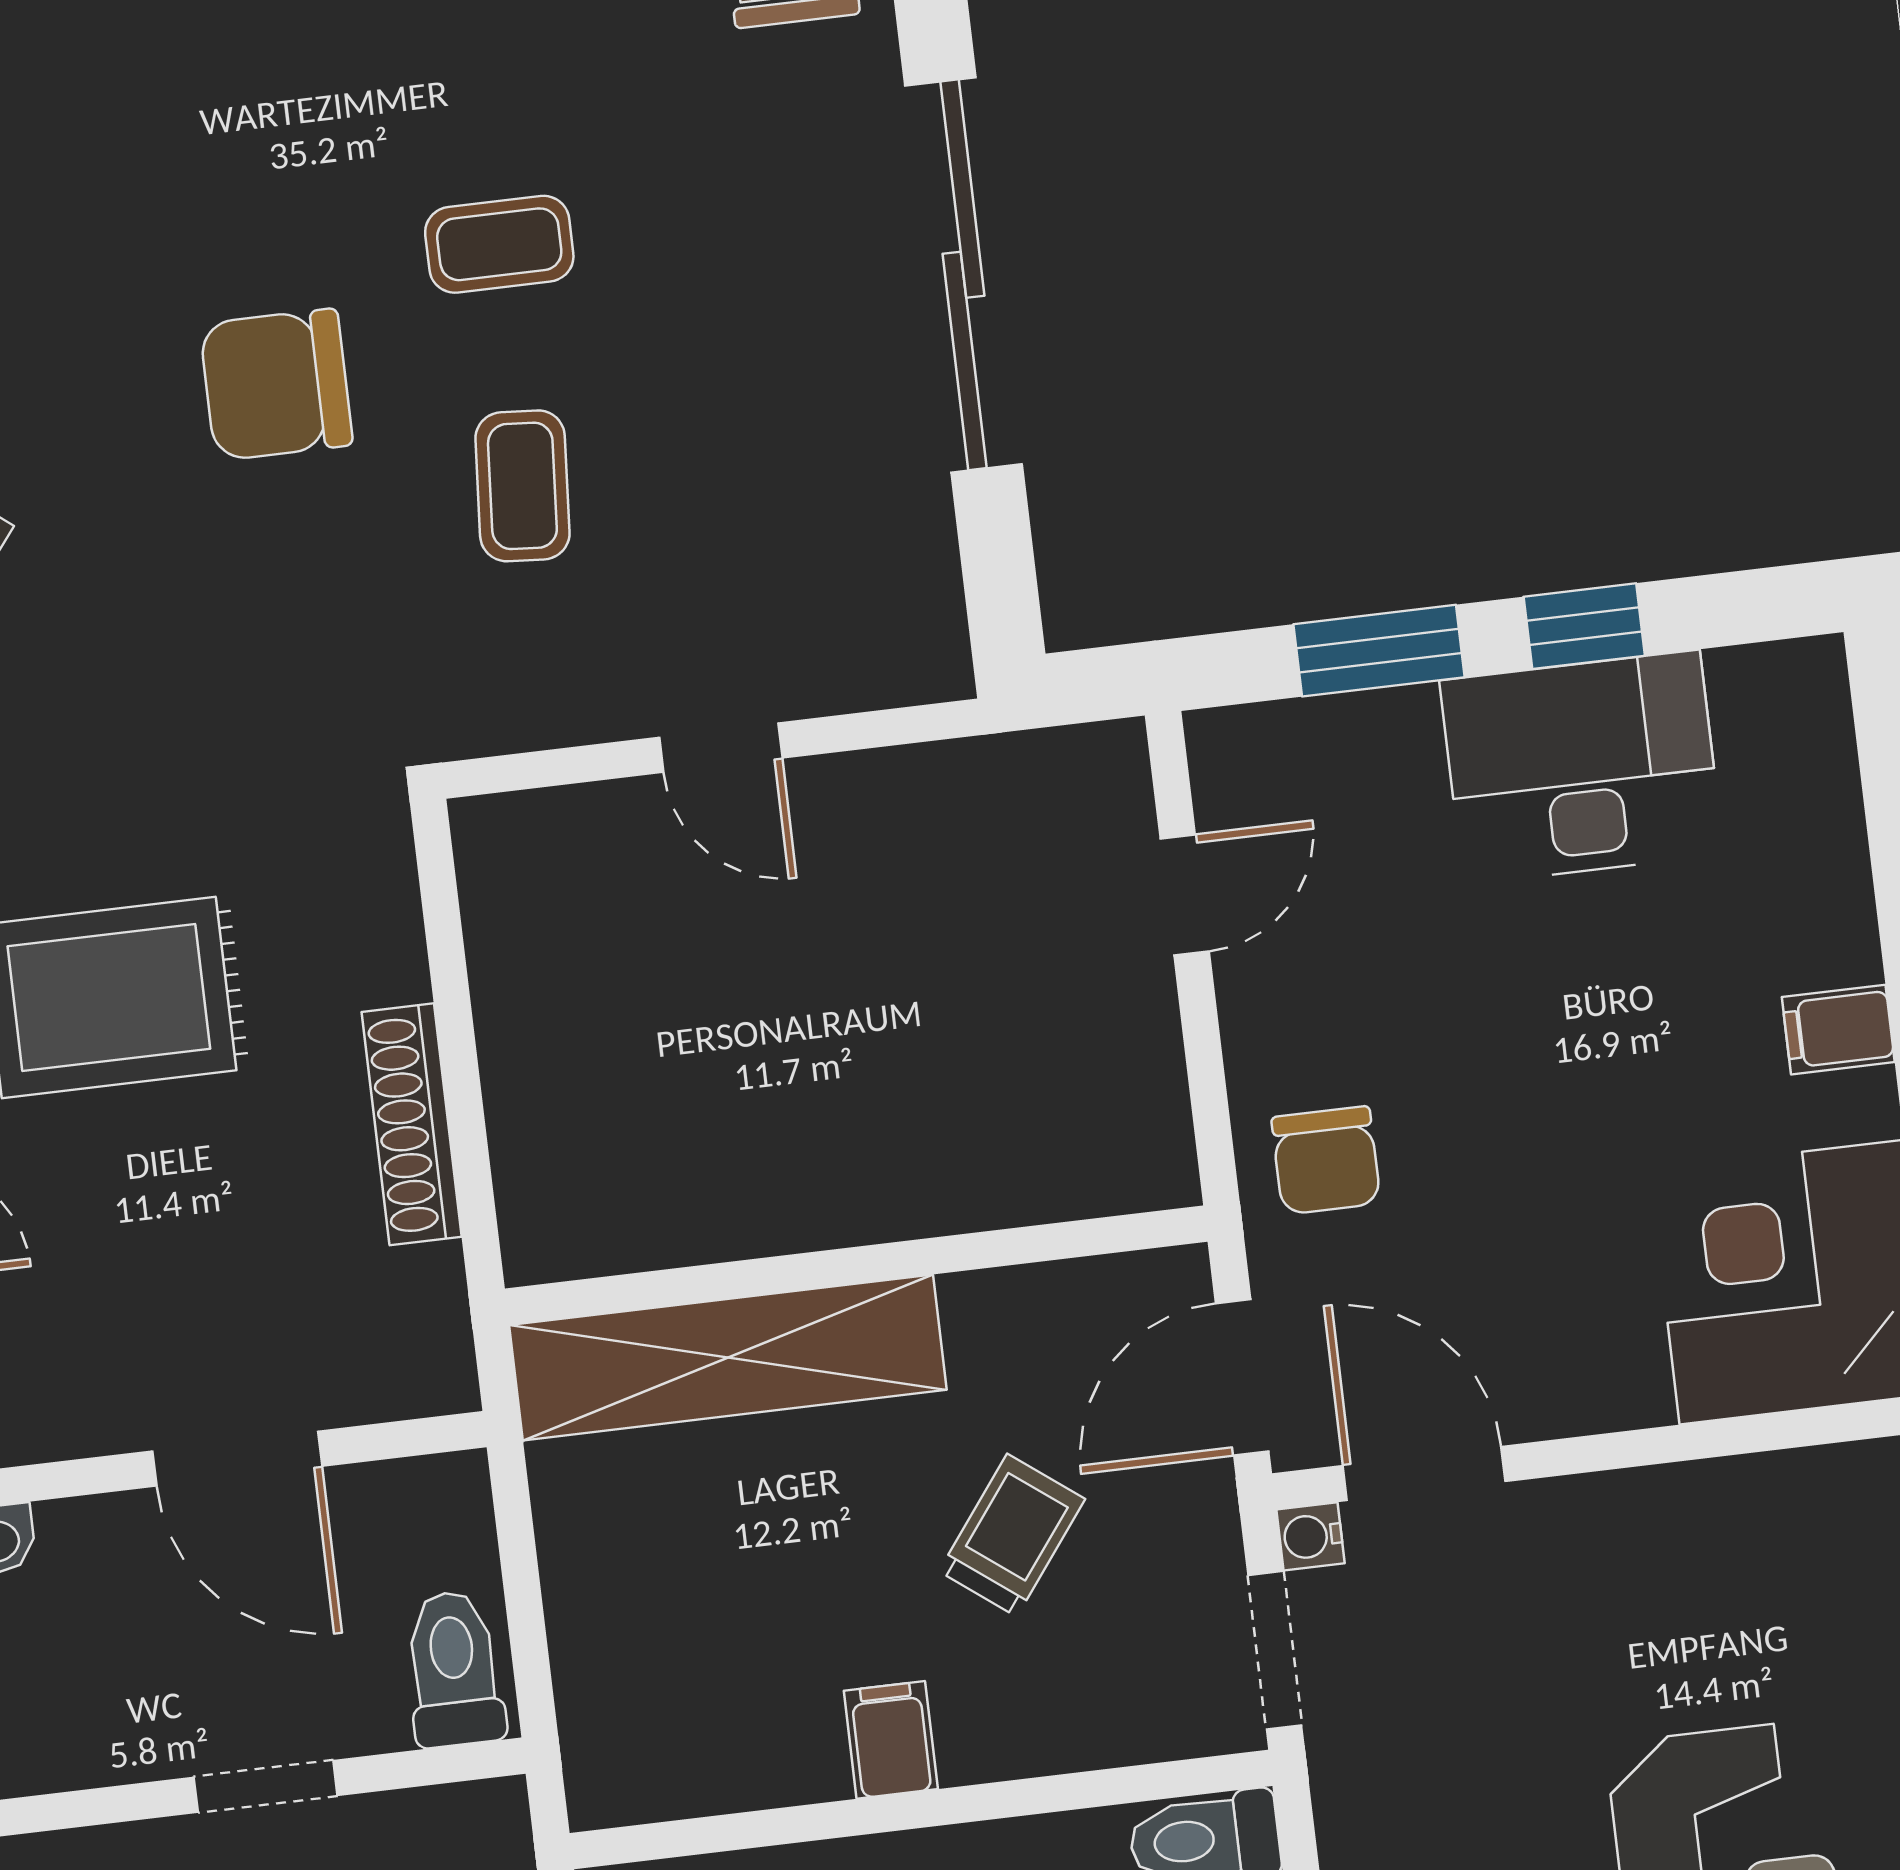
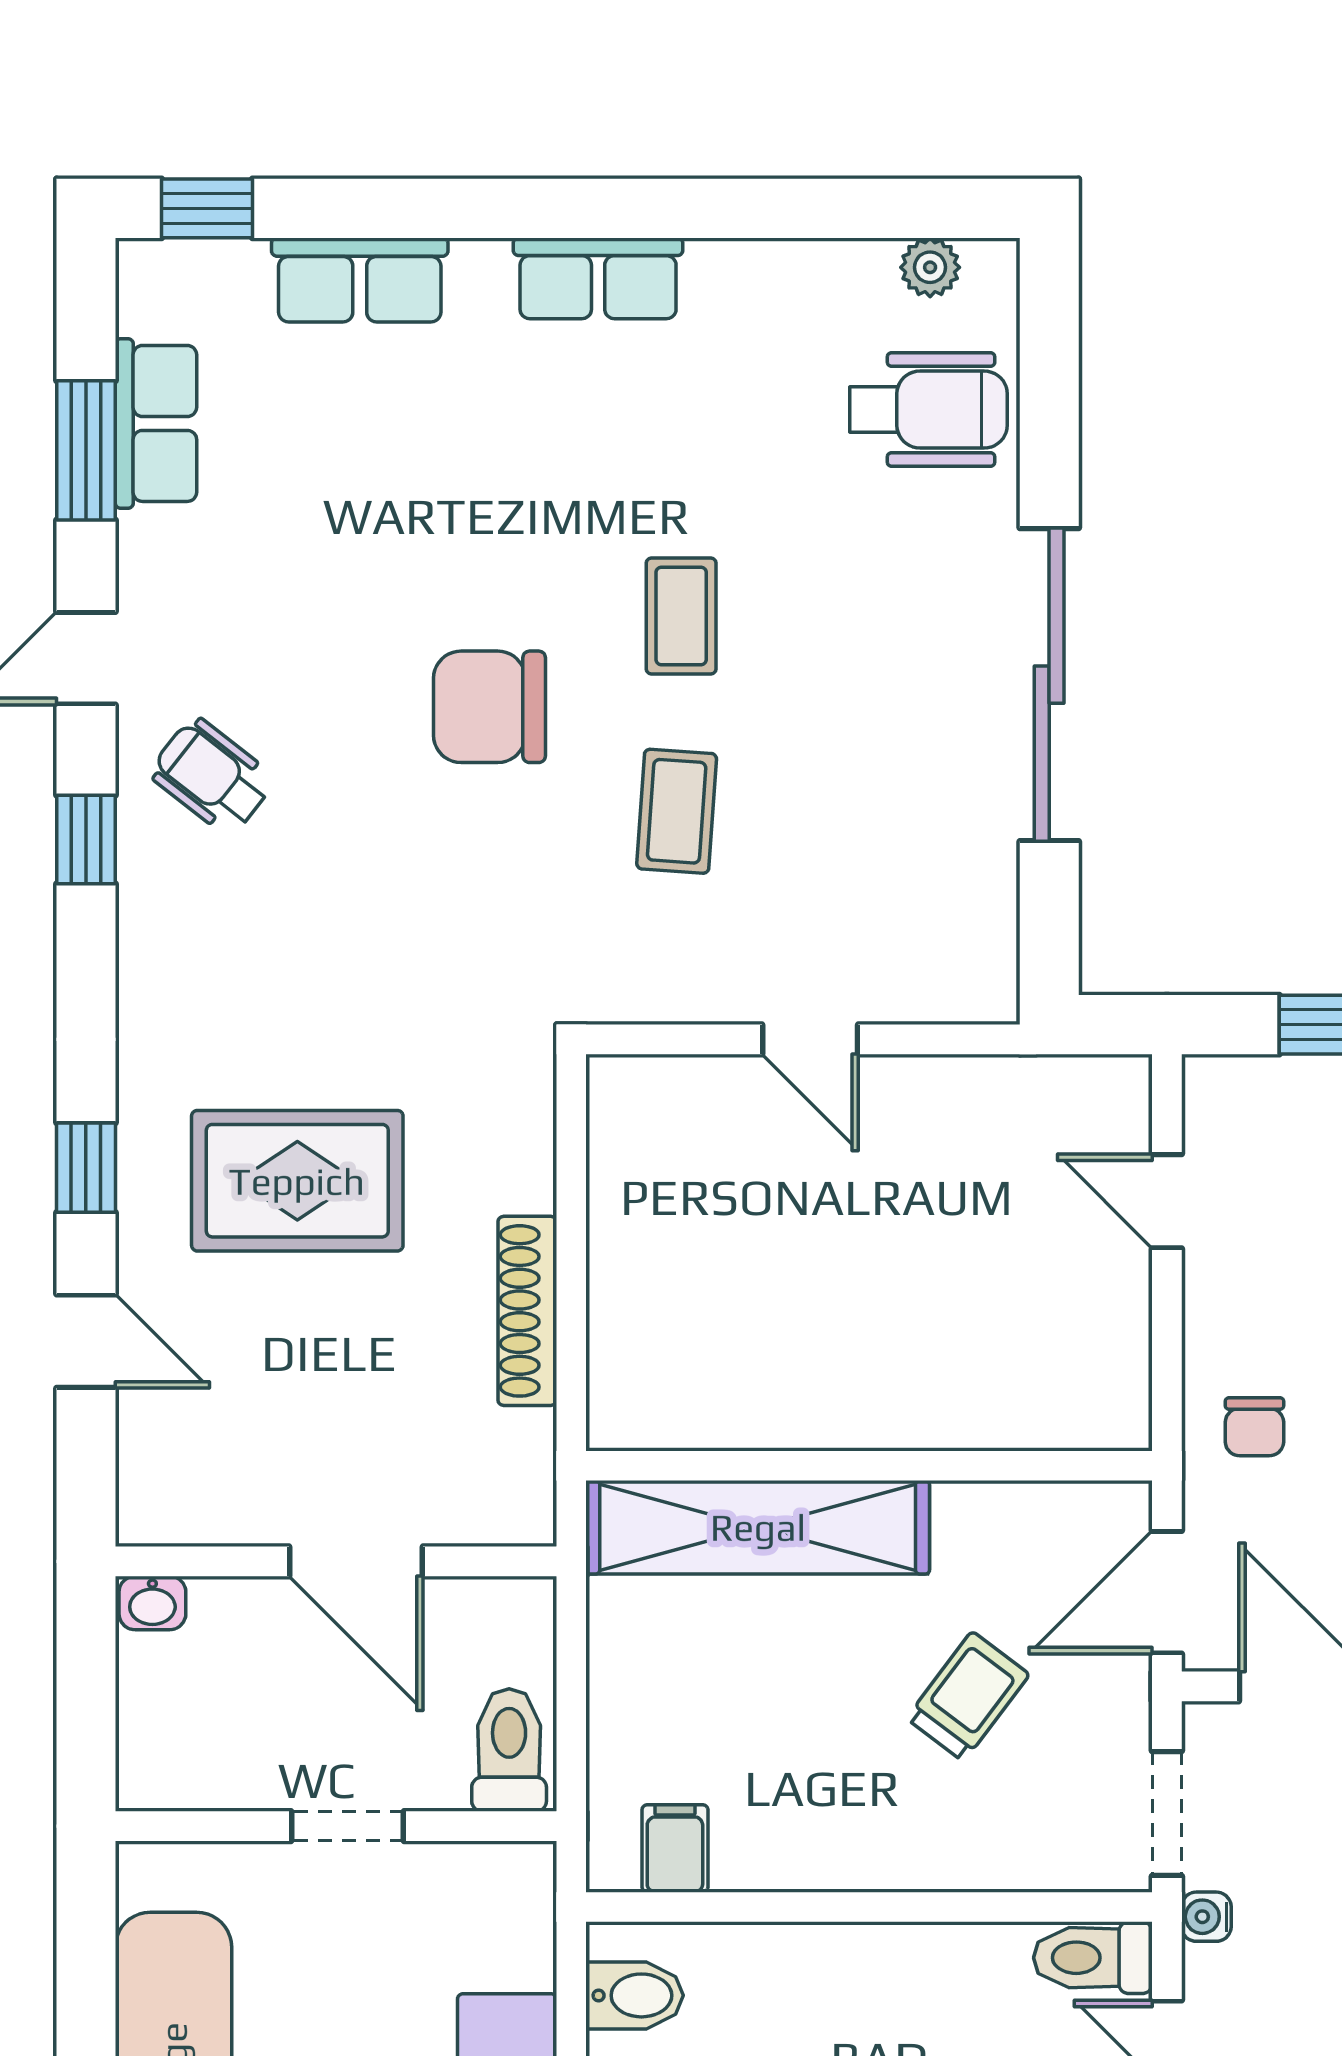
coffee table: (499, 244) -> (681, 616), turned 90
door: (1185, 895) -> (1167, 1201), swing flipped
chair: (1326, 1160) -> (1254, 1427), width x0.73, depth x0.73
water cooler: (1311, 1536) -> (1206, 1917), moved
filing cabinet: (891, 1740) -> (675, 1848), moved

